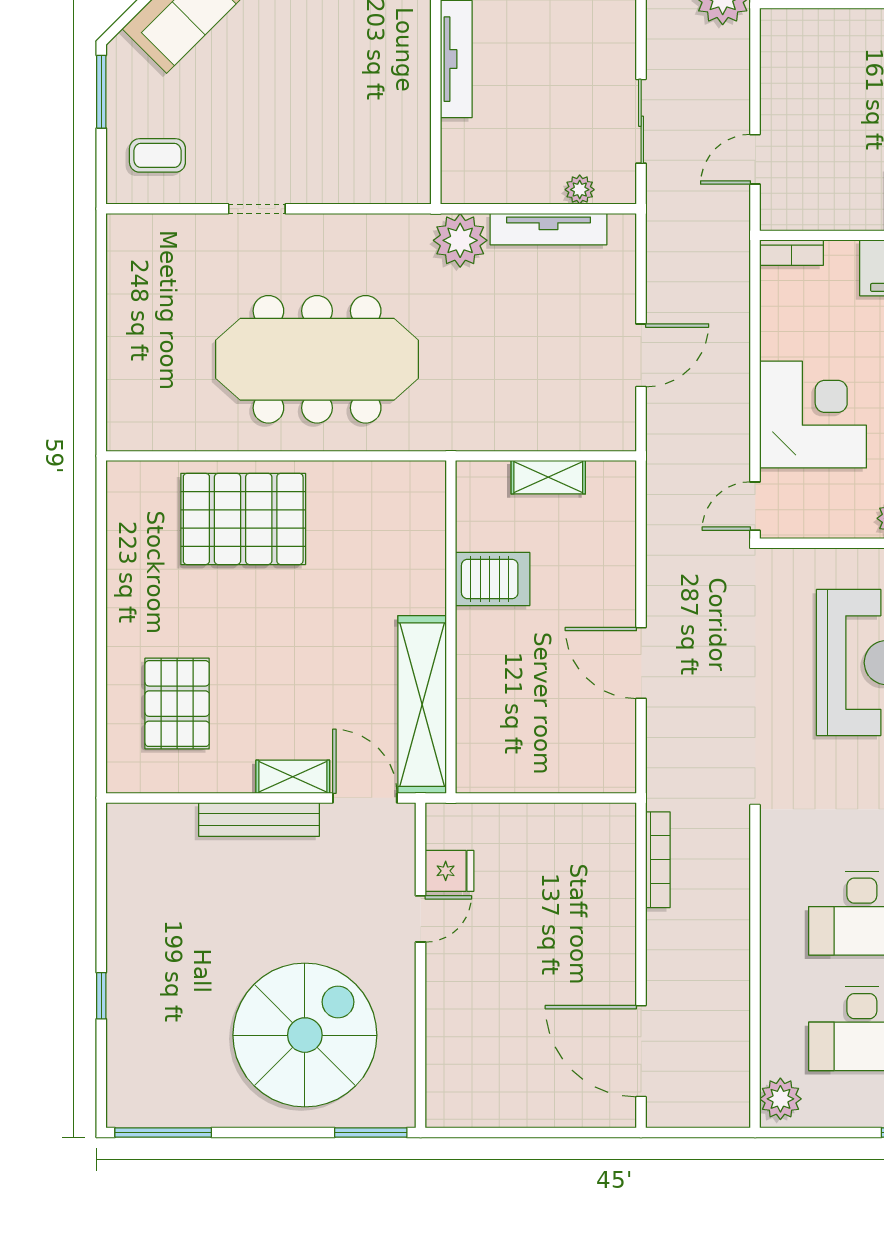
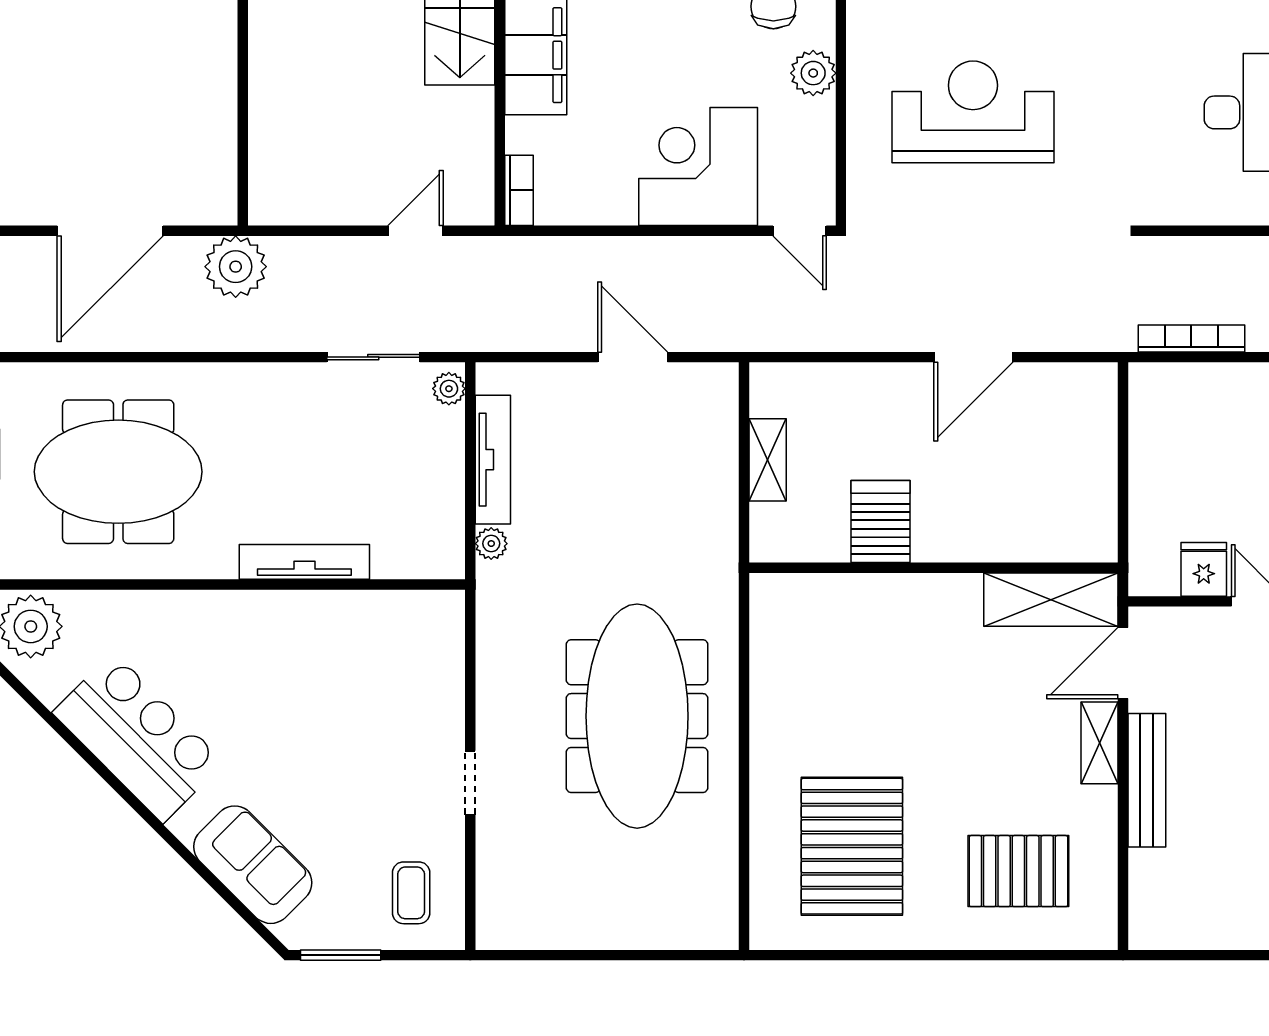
door: (755, 159) -> (415, 231), swing flipped
plant: (580, 190) -> (449, 389), moved
plant: (460, 240) -> (491, 544), width x0.53, depth x0.53
pallet: (243, 519) -> (852, 846), moved
shelving: (422, 705) -> (1051, 600), width x0.68

